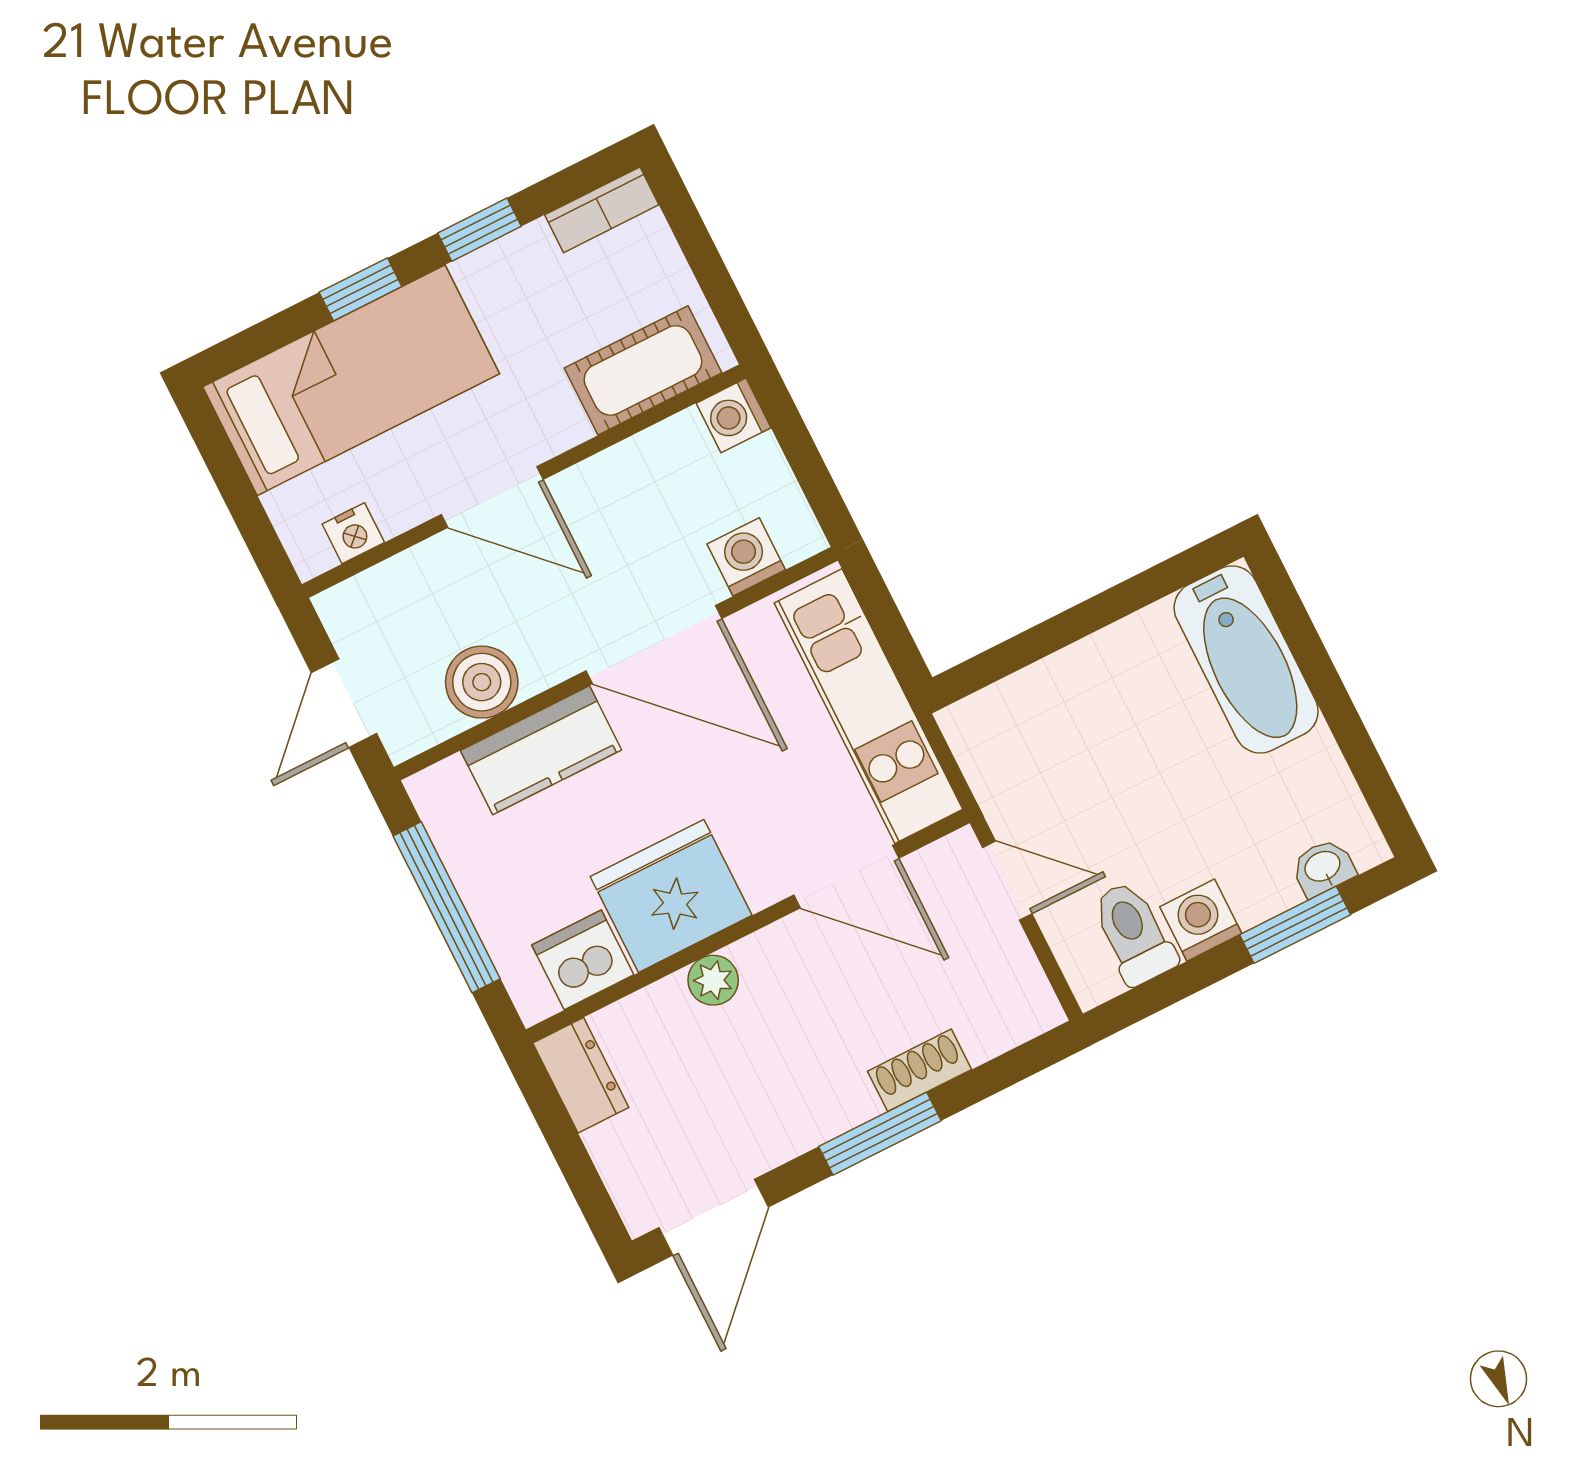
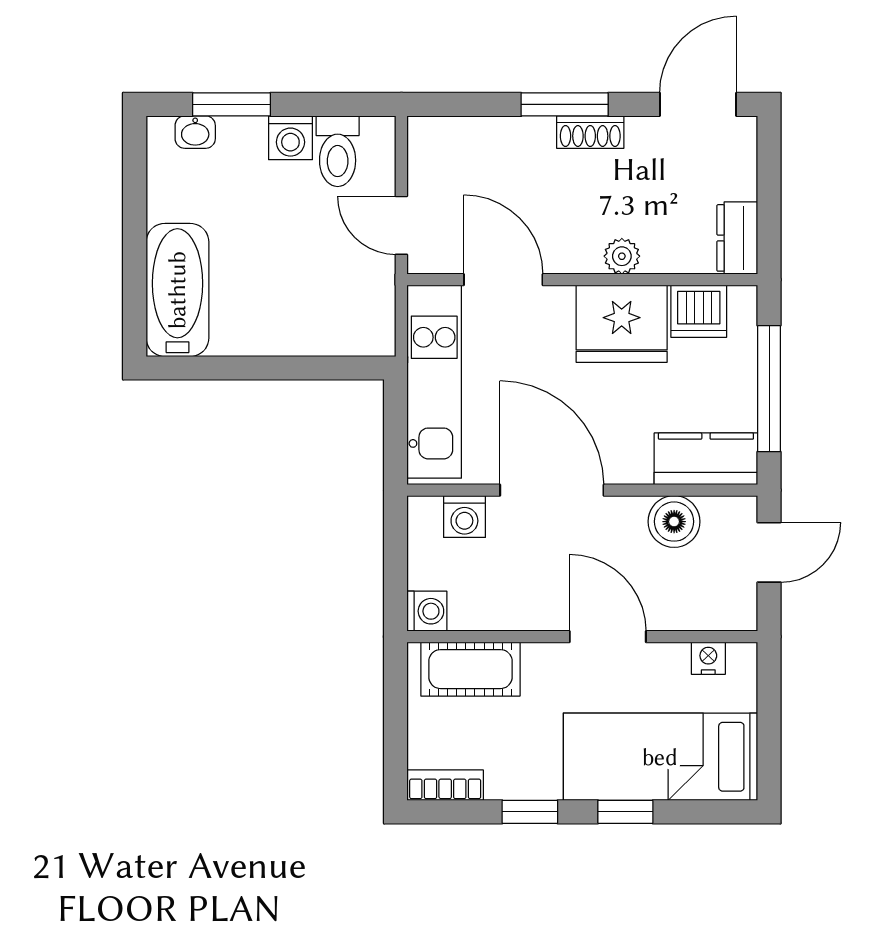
kitchen counter: (541, 750) -> (706, 459), moved
shoe rack: (920, 1070) -> (590, 132), moved

